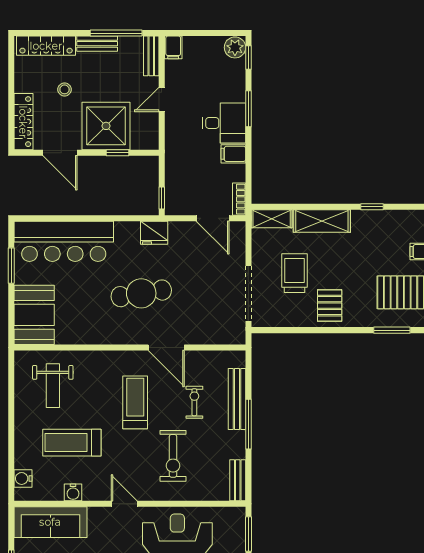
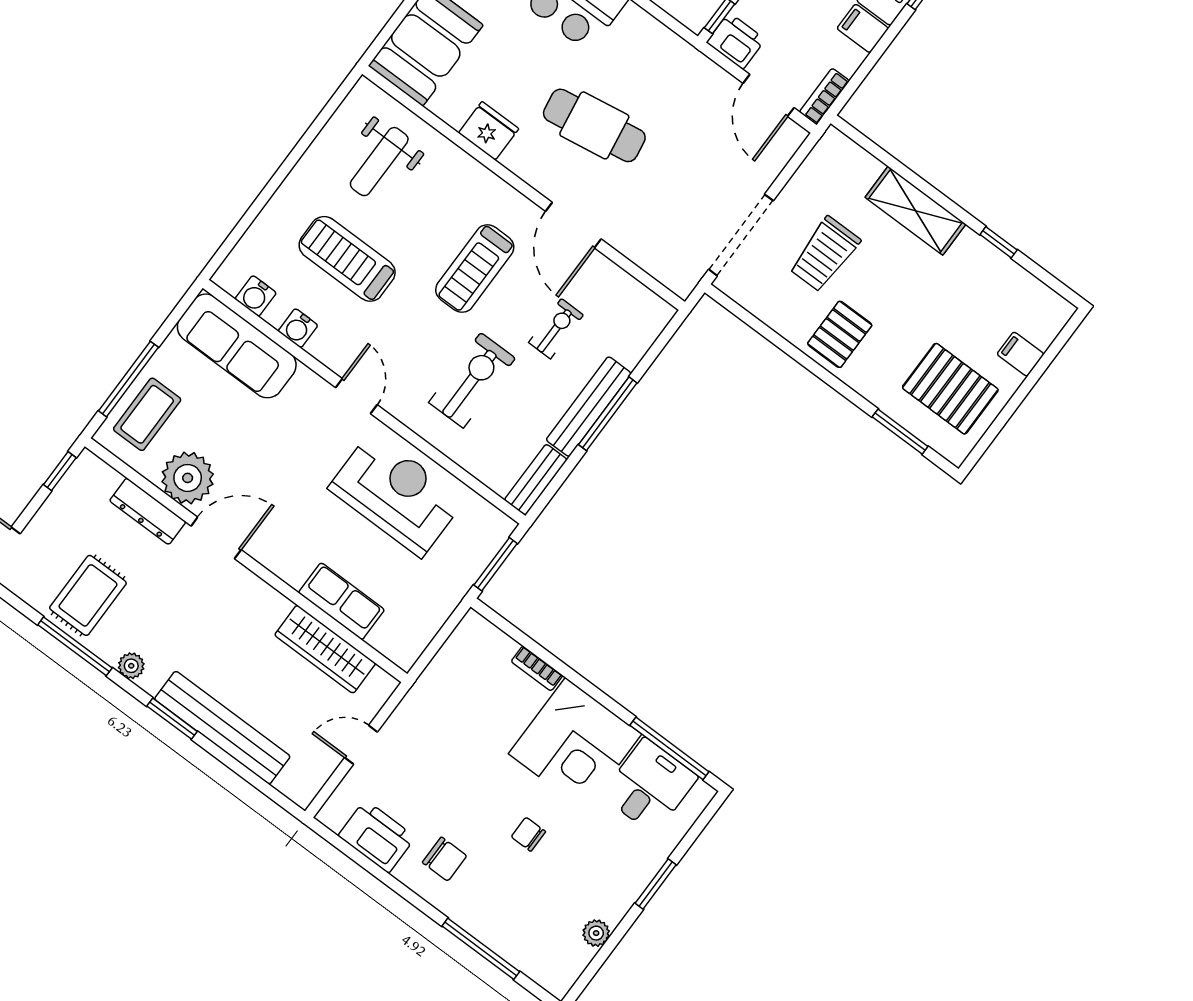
printer: (178, 204) -> (736, 41), added
shelving: (272, 219) -> (849, 156), removed
fridge: (154, 233) -> (489, 131), moved, turned 180
trolley: (295, 273) -> (825, 254), turned 180
bench: (237, 399) -> (589, 407), moved
treadmill: (135, 402) -> (475, 269), turned 180
exercise bike: (173, 456) -> (472, 380), turned 180
water cooler: (23, 478) -> (256, 296), moved, turned -90

